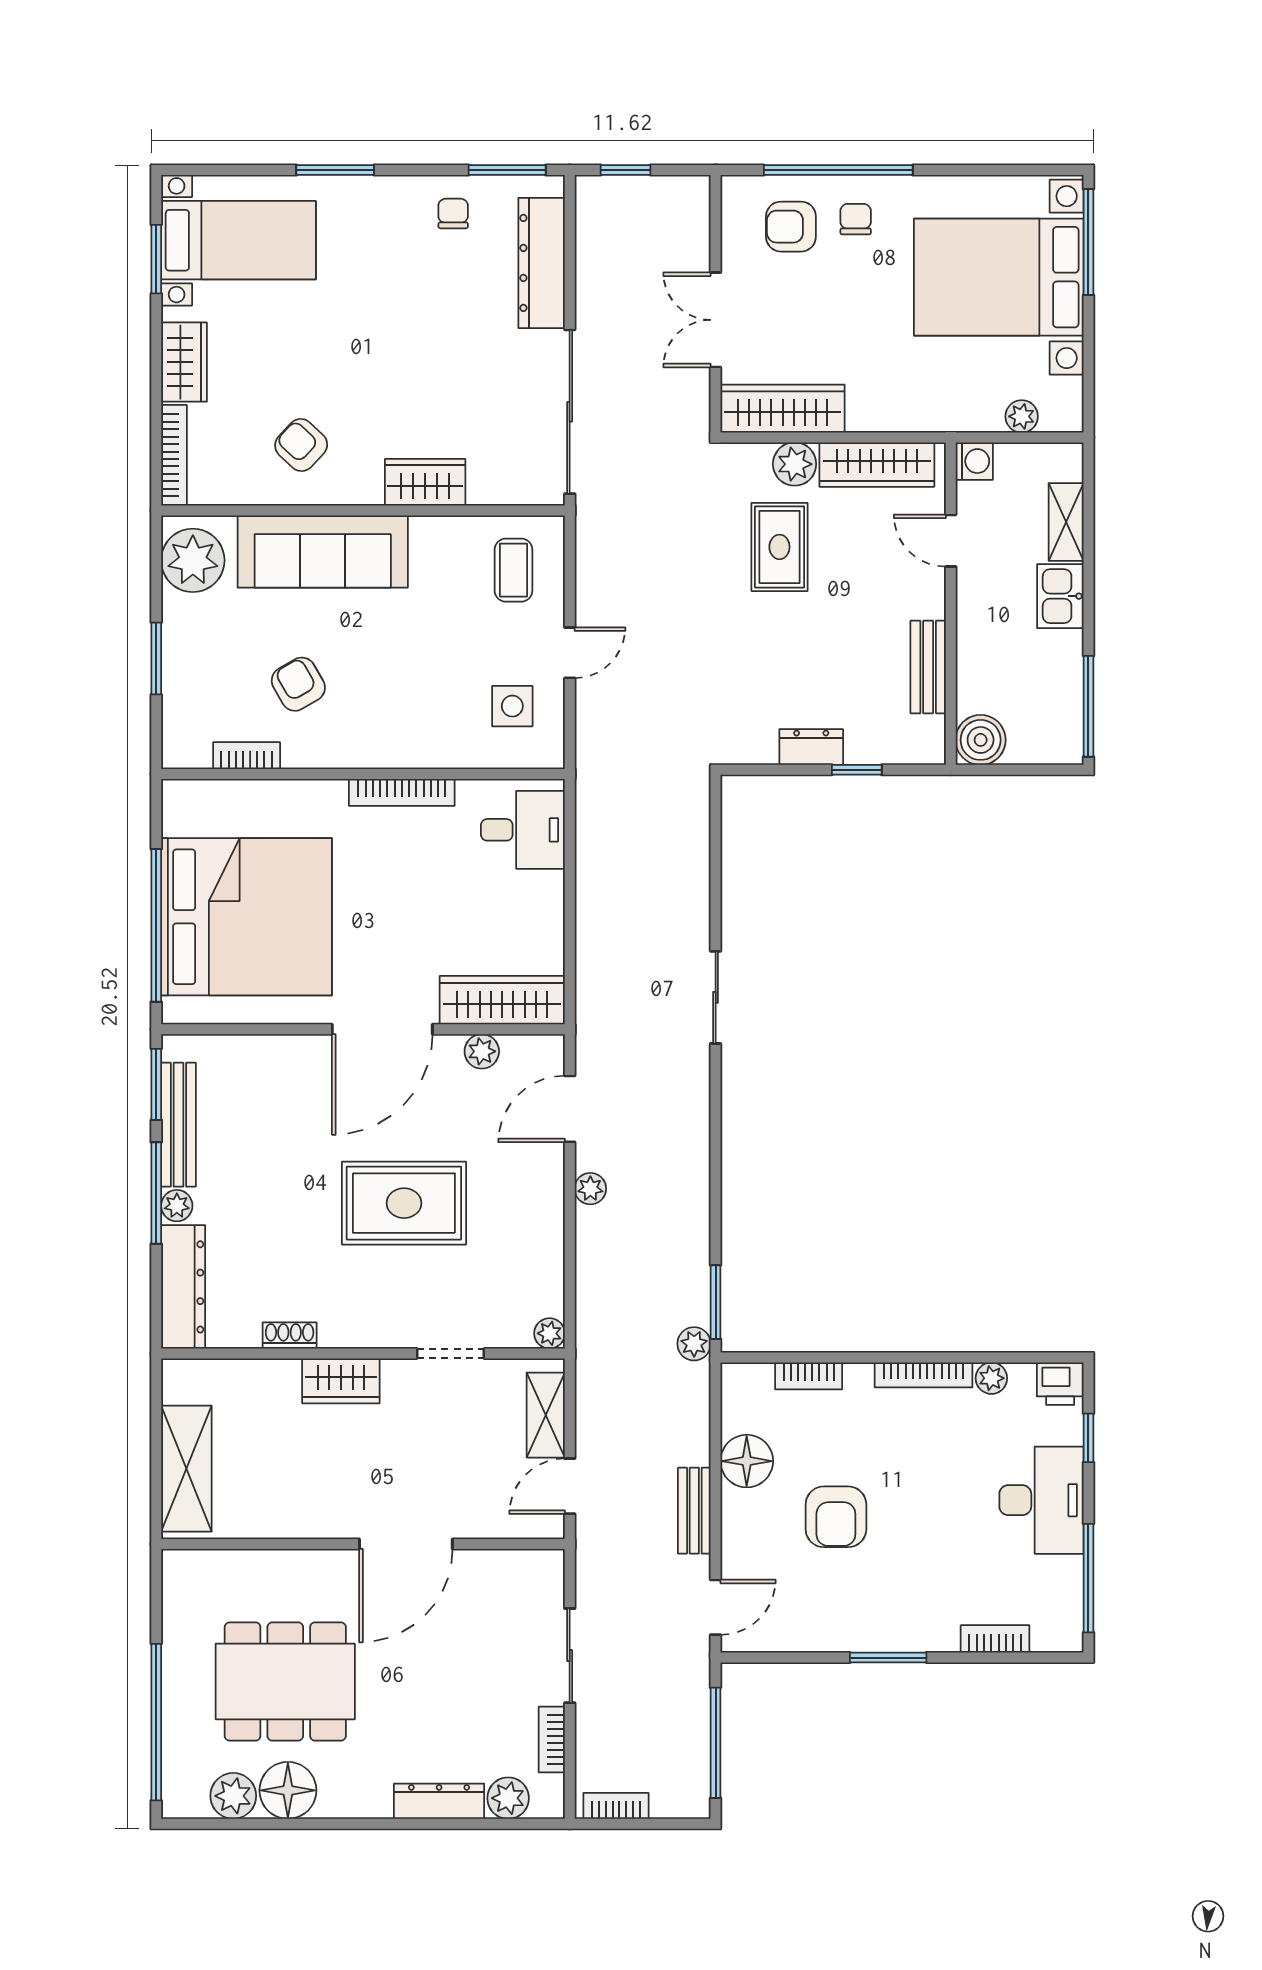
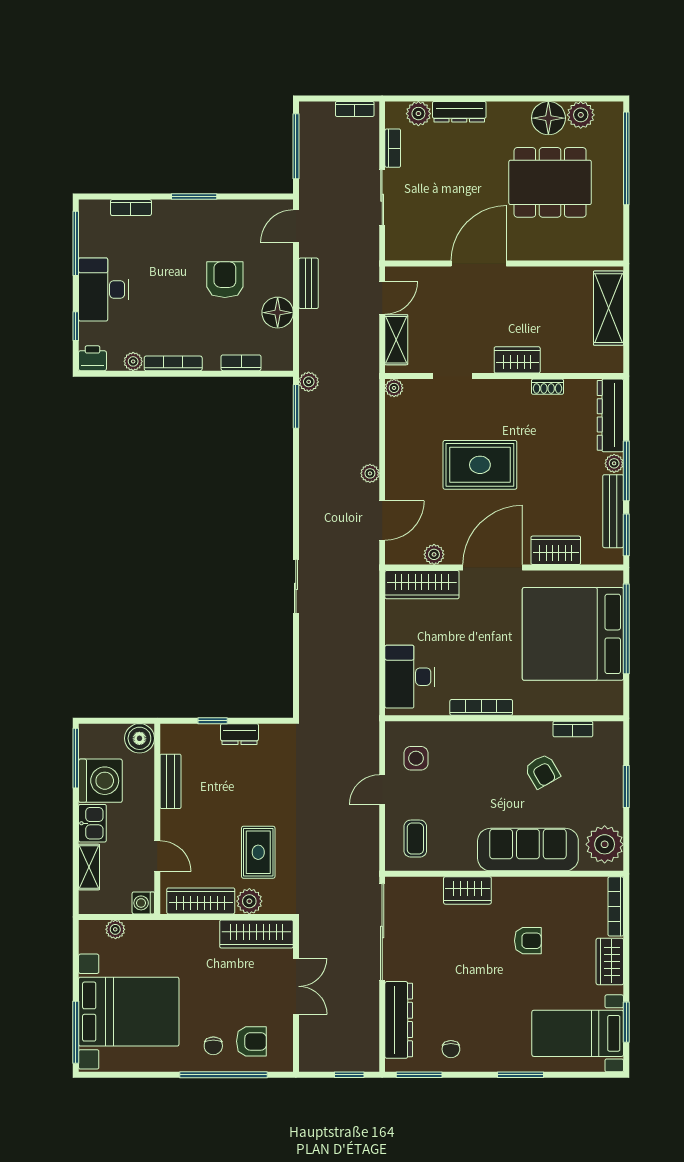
armchair: (301, 445) -> (528, 941), moved, turned -43
washing machine: (1047, 668) -> (100, 781), added
desk: (523, 830) -> (410, 677), width x1.37
wardrobe: (276, 1058) -> (556, 550), added

